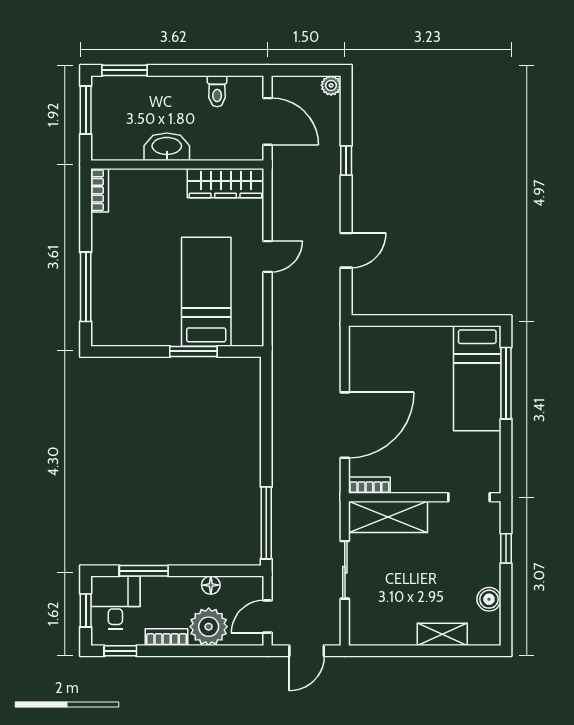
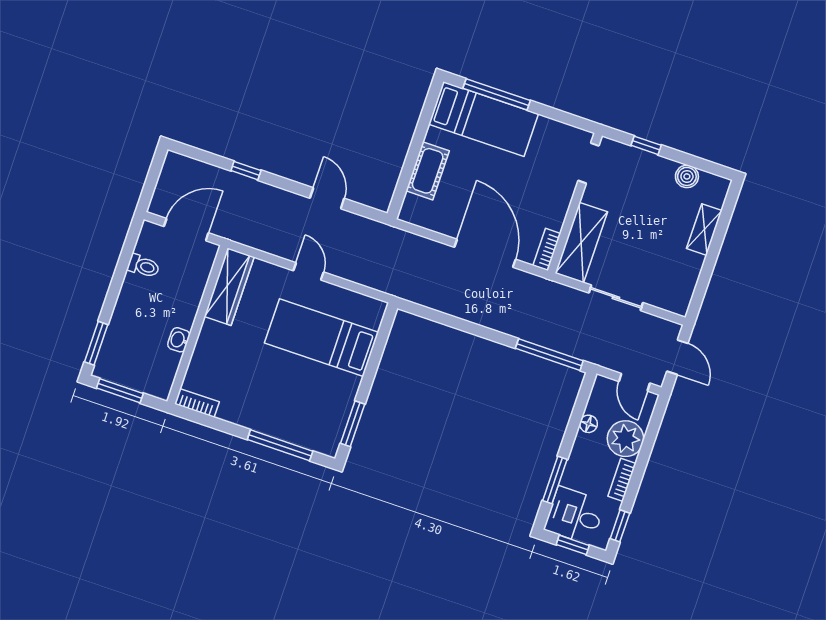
plant: (331, 85) -> (173, 161), removed
washbasin: (167, 147) -> (179, 340), width x0.52, depth x0.69
cot: (407, 341) -> (428, 171), added
window: (193, 351) -> (353, 424), moved

